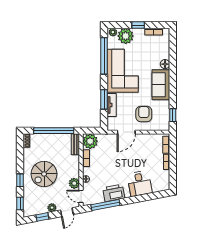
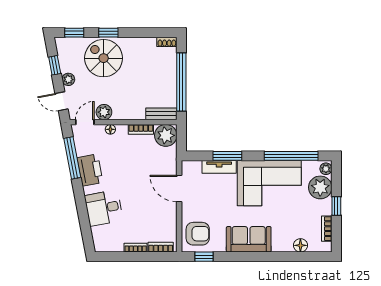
floor lamp: (165, 64) -> (300, 245), moved
armchair: (144, 114) -> (198, 234), moved
spiral stairs: (44, 174) -> (104, 58), moved

